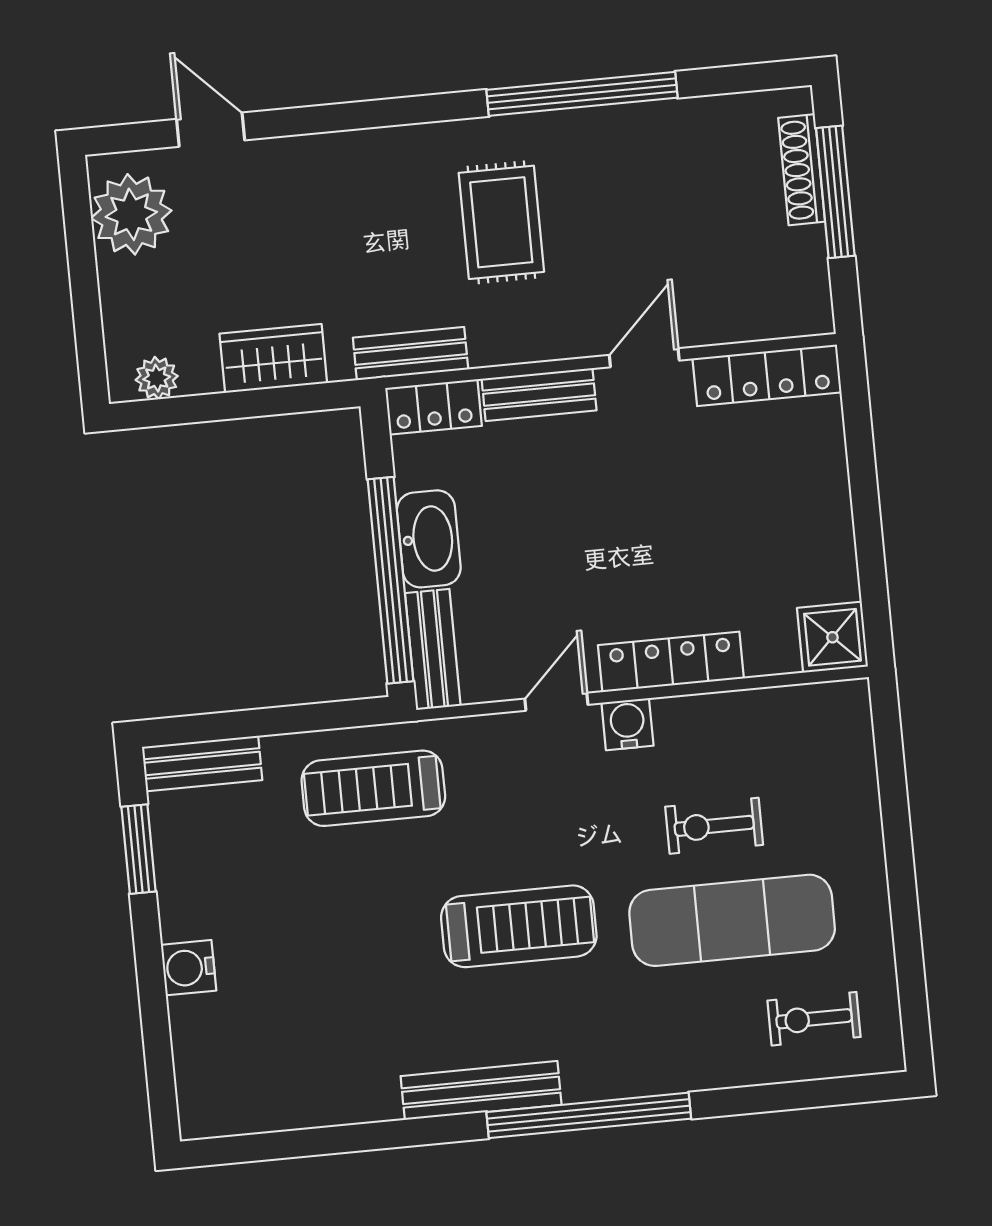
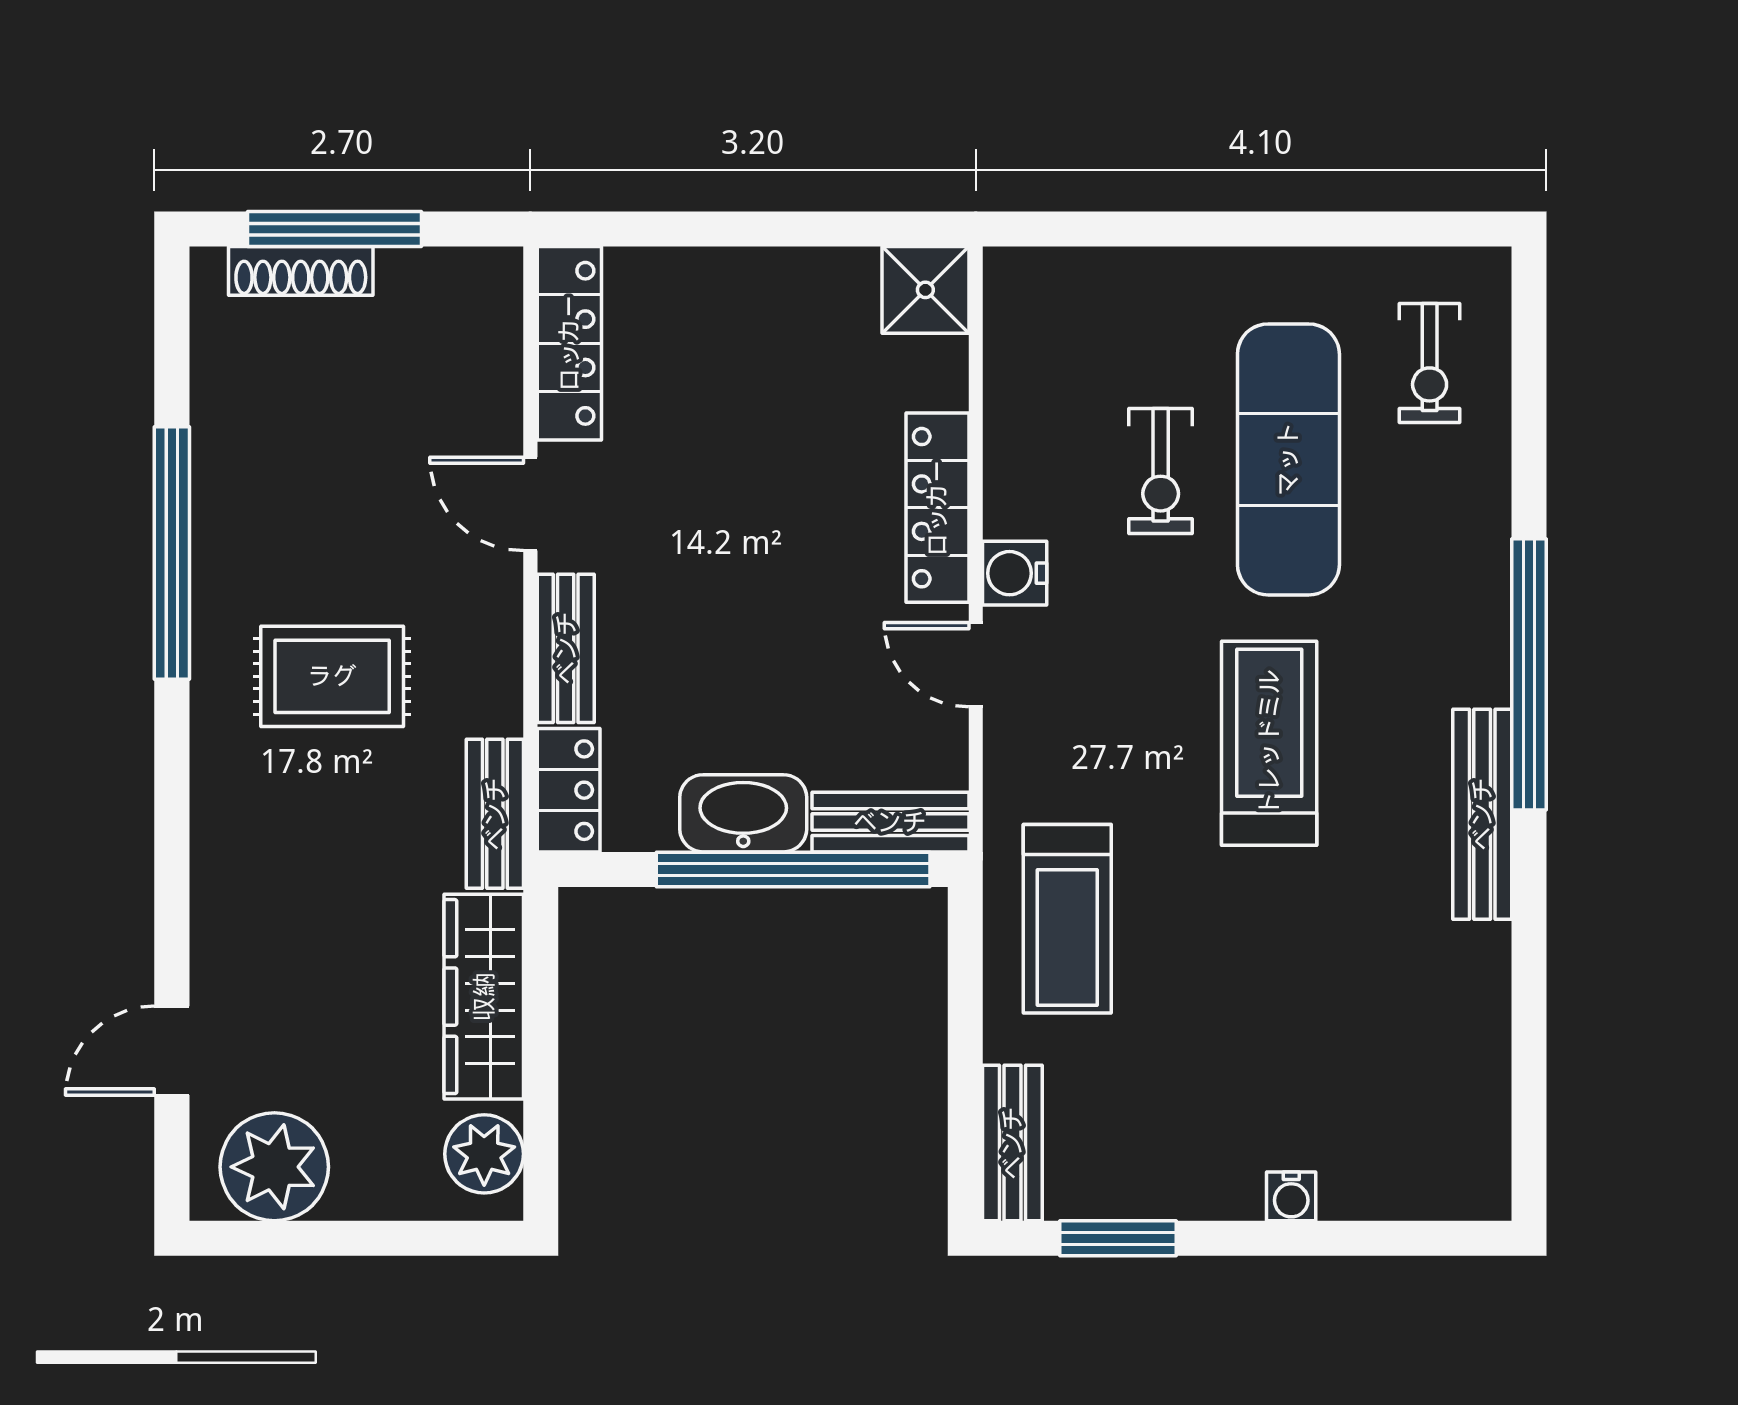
wardrobe: (273, 358) -> (484, 997), width x1.50
plant: (157, 378) -> (484, 1154), width x1.38, depth x1.38
water cooler: (189, 968) -> (1291, 1196), width x0.72, depth x0.72

